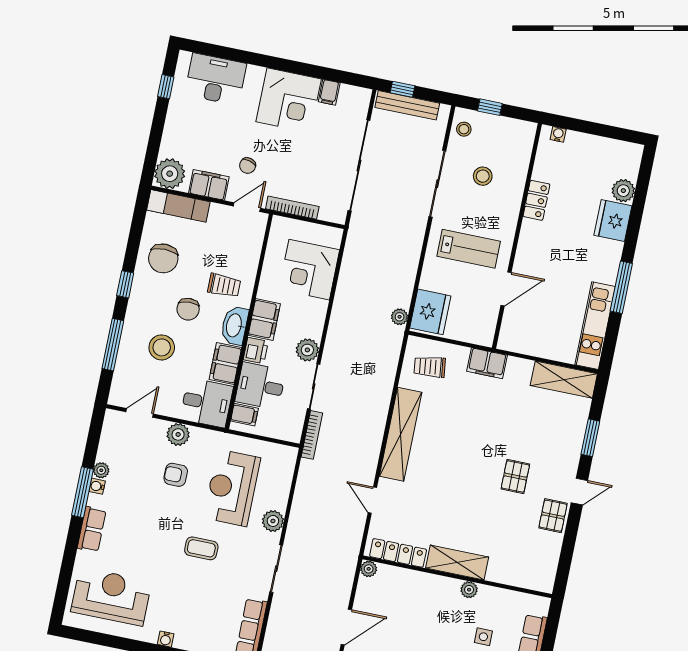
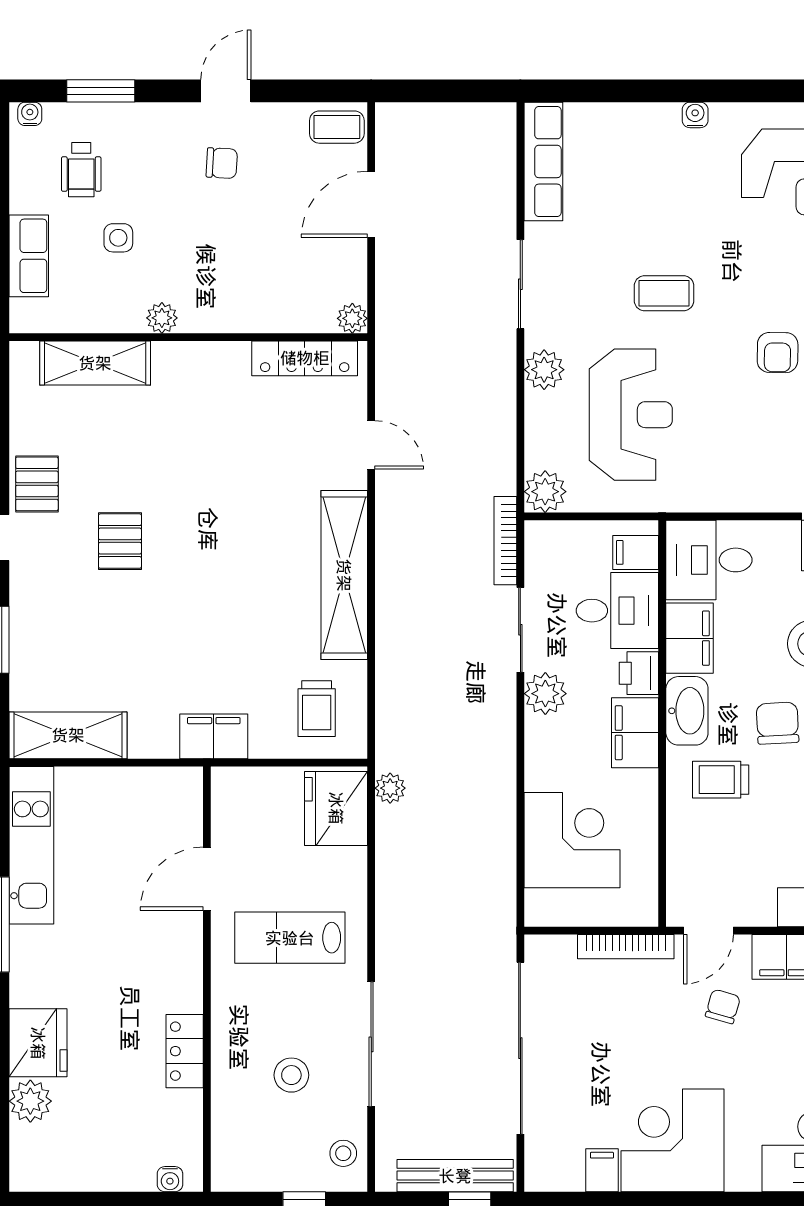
trolley: (430, 367) -> (317, 709), turned 97
plant: (178, 434) -> (545, 492), moved
armchair: (176, 475) -> (778, 353), moved, turned 91
shelving: (457, 562) -> (95, 363), moved

